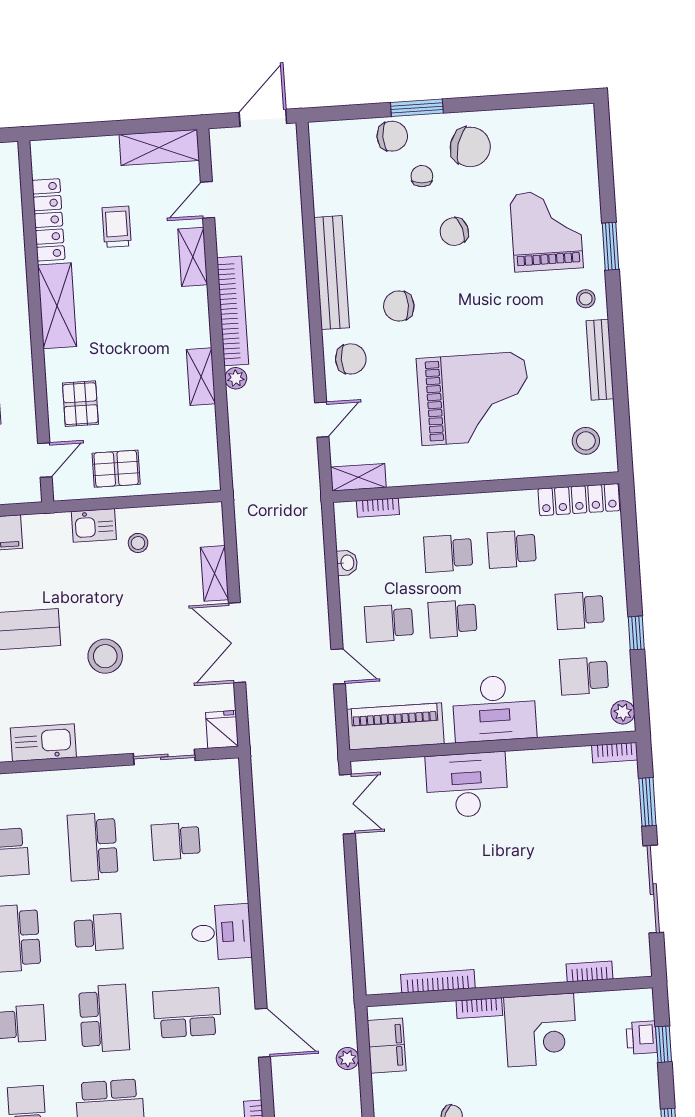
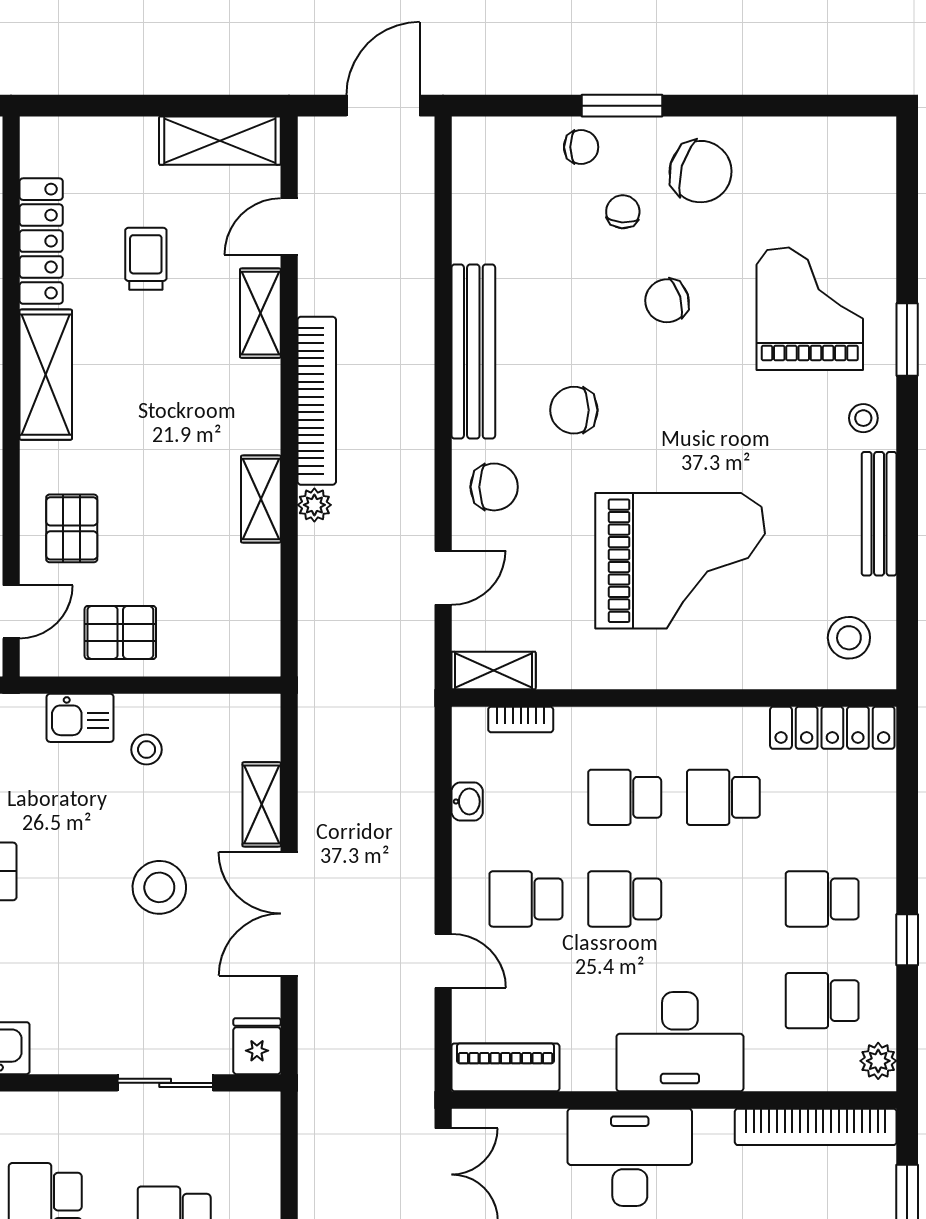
chair: (392, 136) -> (581, 147), width x0.73, depth x0.73
stool: (105, 656) -> (159, 887), moved
piano: (395, 726) -> (505, 1067), width x0.73, depth x0.75
bookcase: (615, 753) -> (816, 1127), width x2.31, depth x1.31

